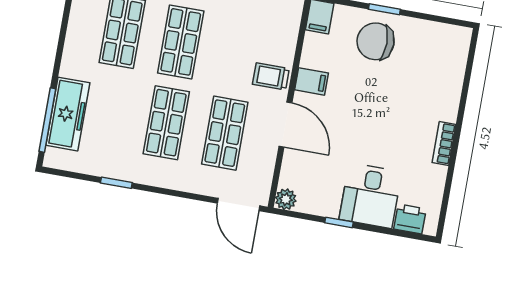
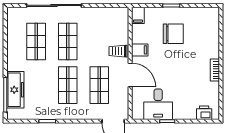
chair: (376, 41) -> (173, 34), moved, turned 180
desk: (370, 196) -> (158, 104), moved
plant: (286, 199) -> (137, 114), removed

